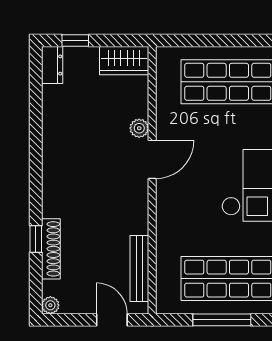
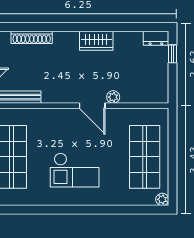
wardrobe: (124, 61) -> (96, 41), moved, turned -90
window: (36, 239) -> (38, 27), removed

